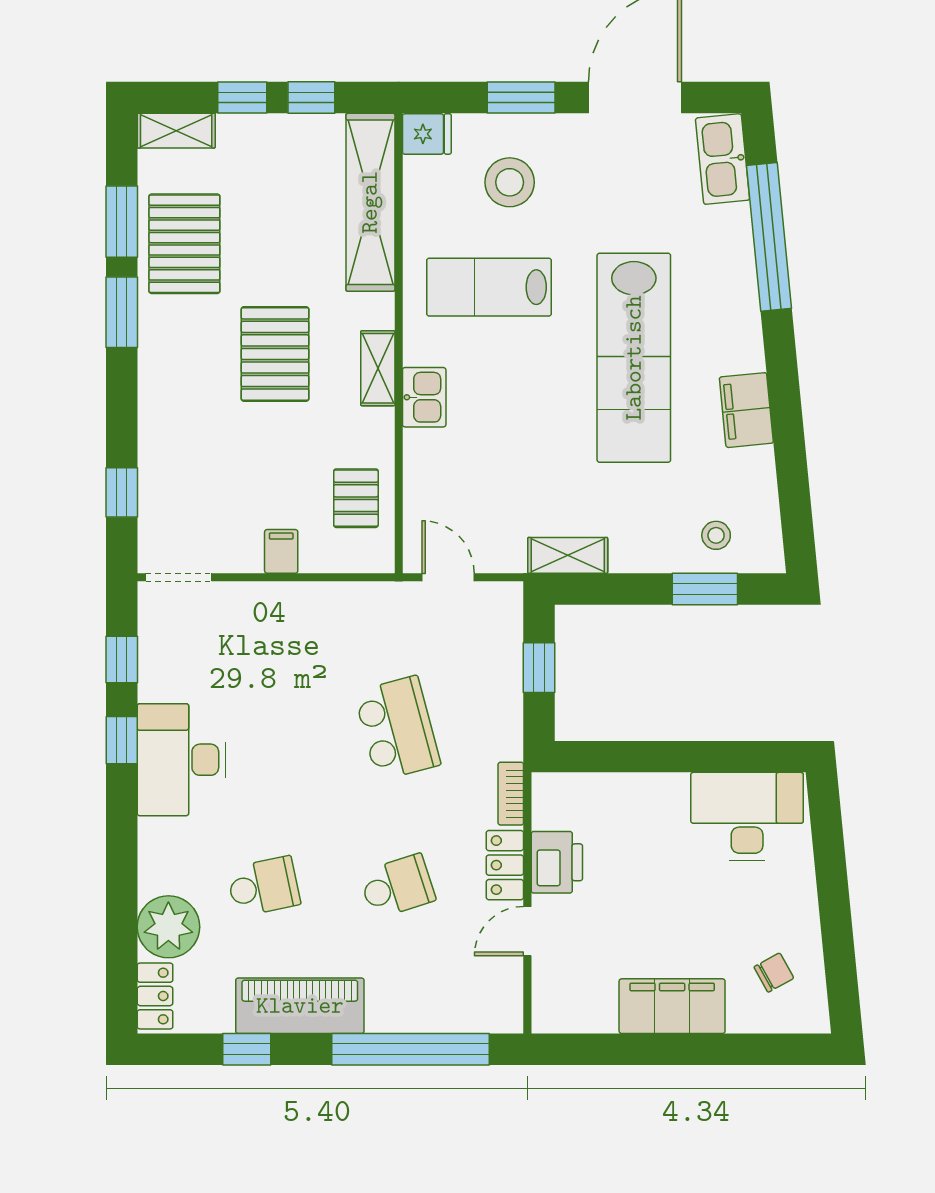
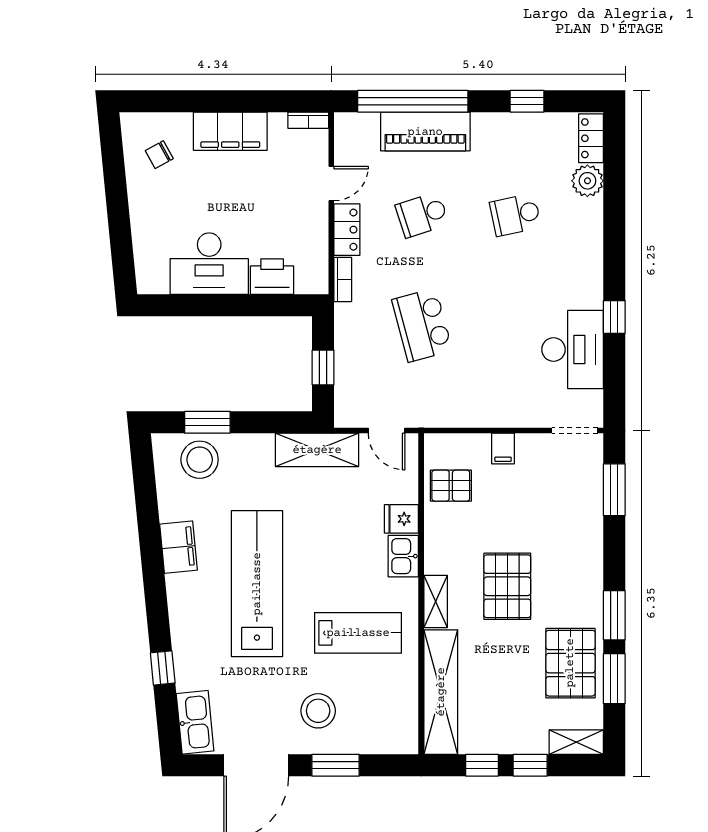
fridge: (427, 134) -> (401, 519), moved
stool: (510, 182) -> (318, 711), moved
window: (769, 237) -> (163, 668), width x0.32
shelving: (378, 368) -> (436, 601), moved
window: (122, 492) -> (614, 490), width x1.50
pallet: (356, 498) -> (451, 486), turned 90
stool: (716, 535) -> (200, 460), width x1.89, depth x1.89
shelving: (568, 555) -> (317, 450), width x1.50, depth x1.33
window: (122, 660) -> (614, 373), removed
desk: (181, 760) -> (573, 349), moved
desk: (747, 816) -> (209, 264), moved
printer: (557, 862) -> (272, 277), moved, turned 90
plant: (168, 927) -> (587, 181), width x0.73, depth x0.73
piano: (300, 1006) -> (425, 132), moved
bookcase: (560, 1022) -> (308, 120), added

